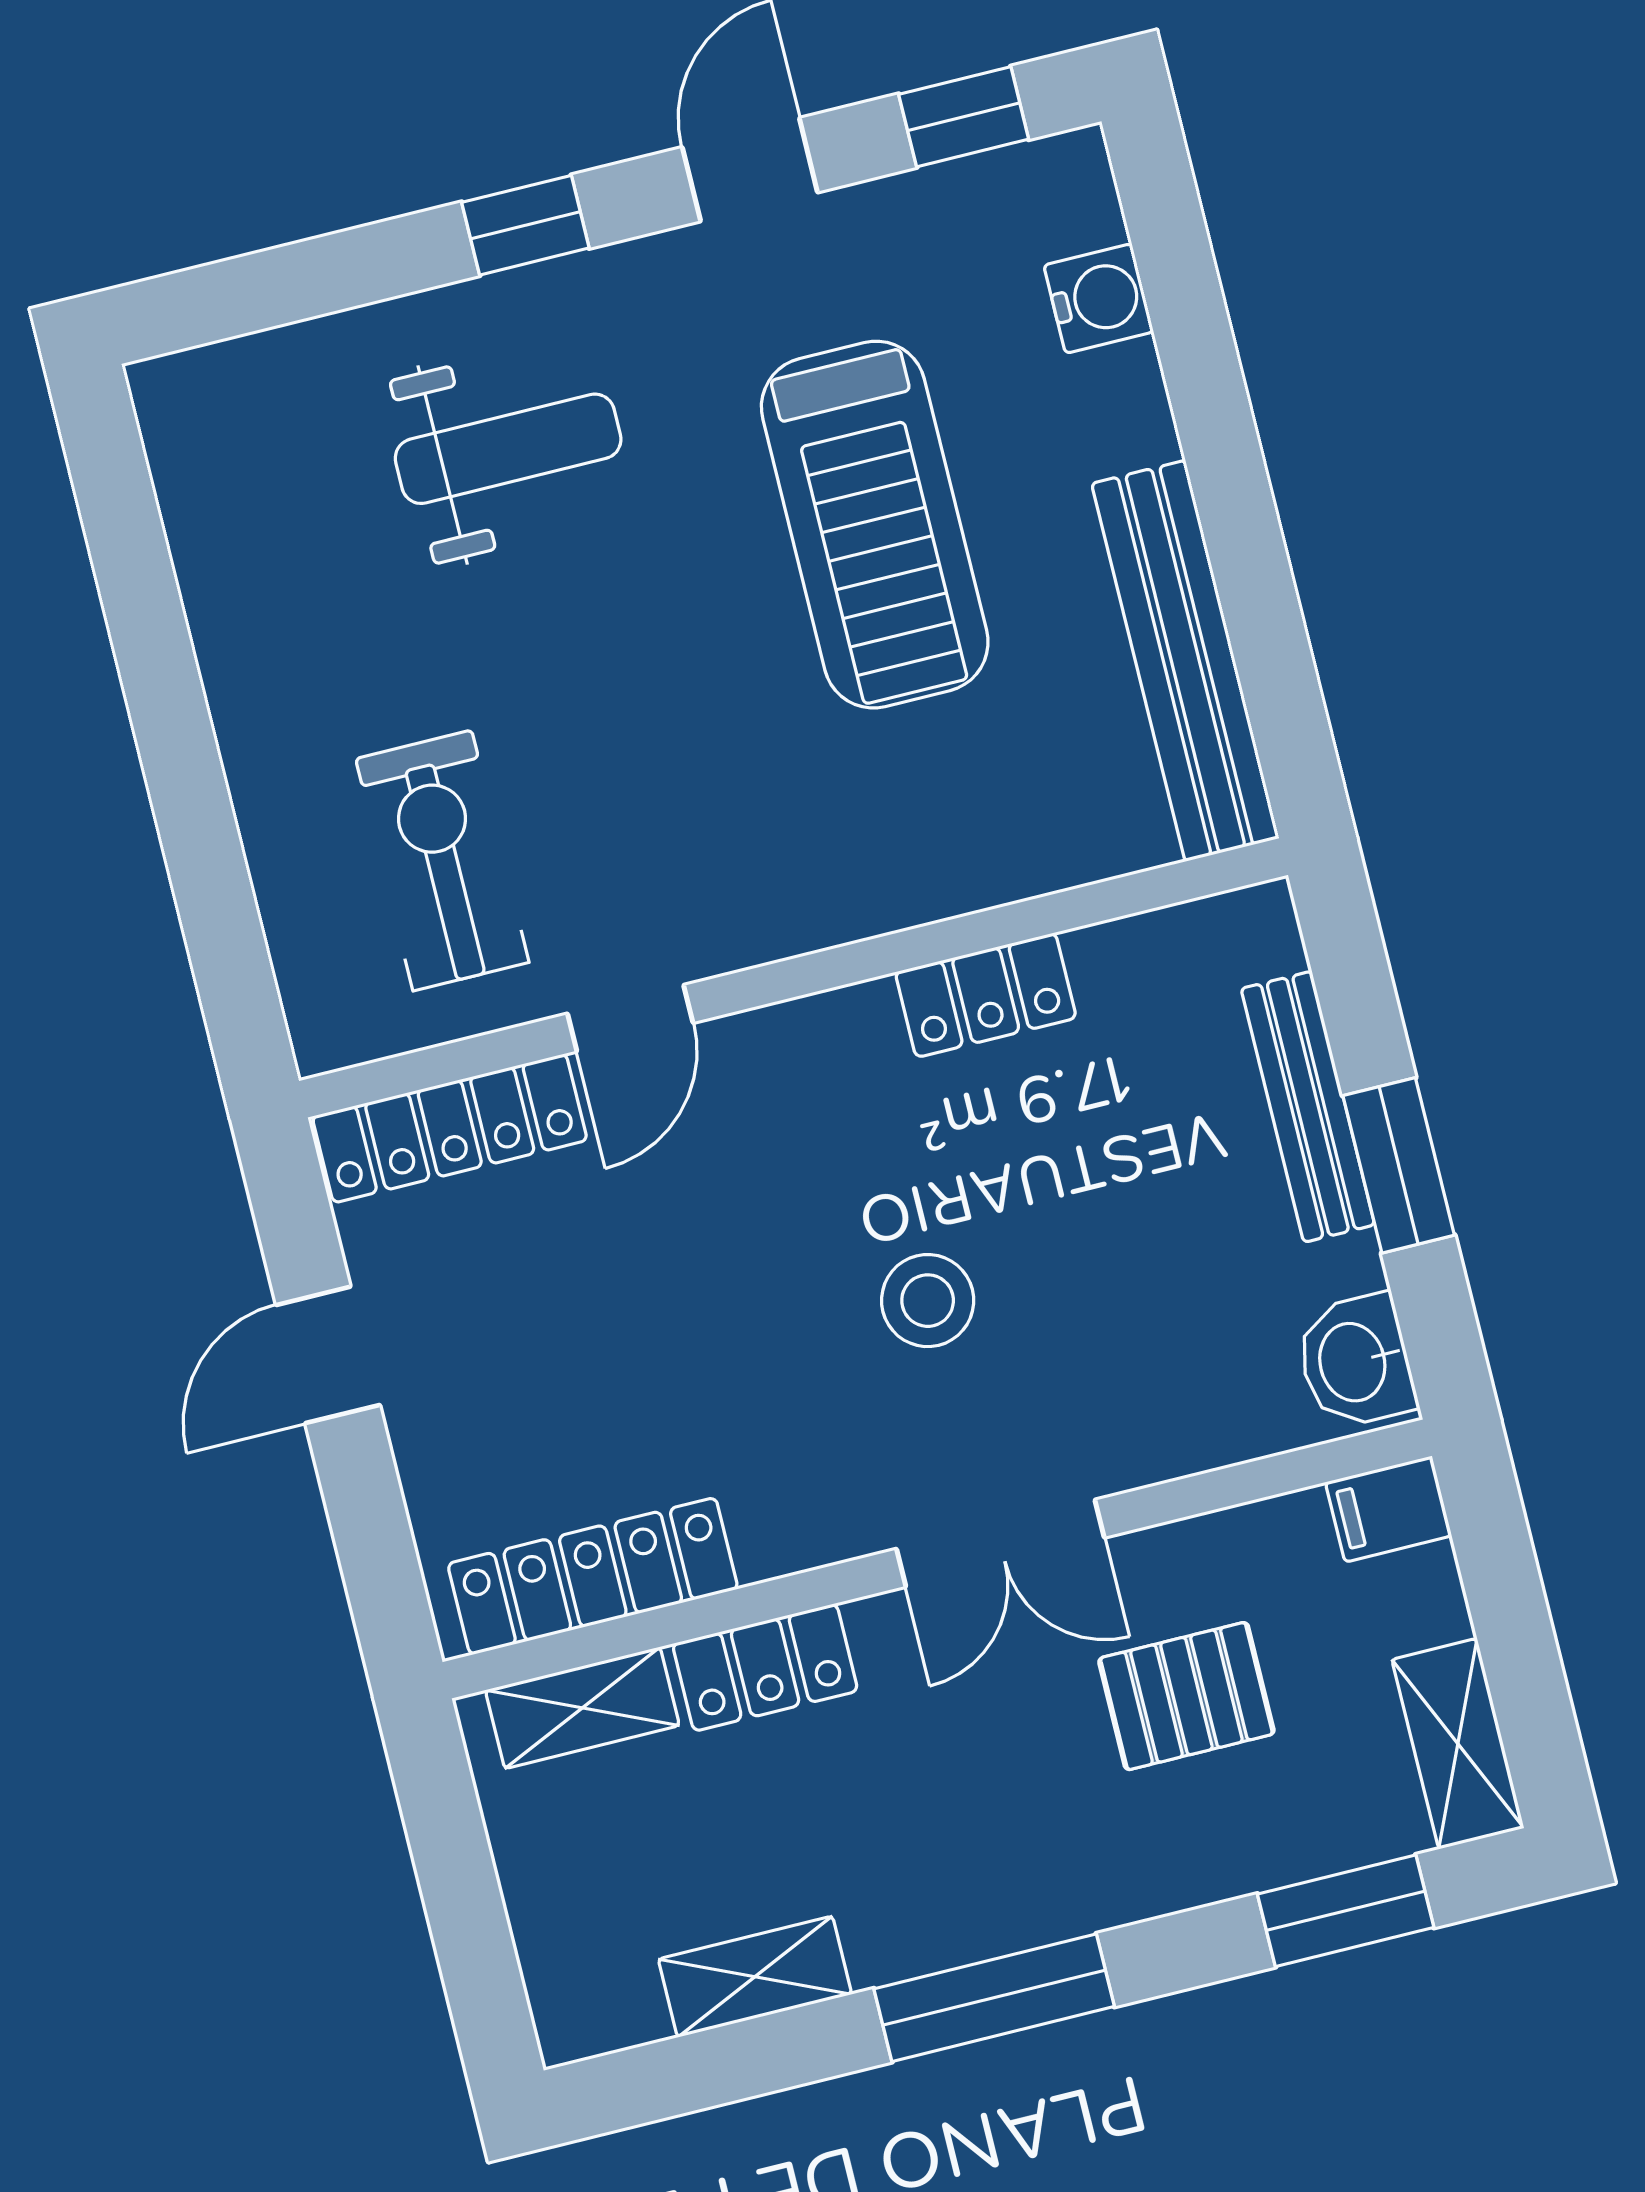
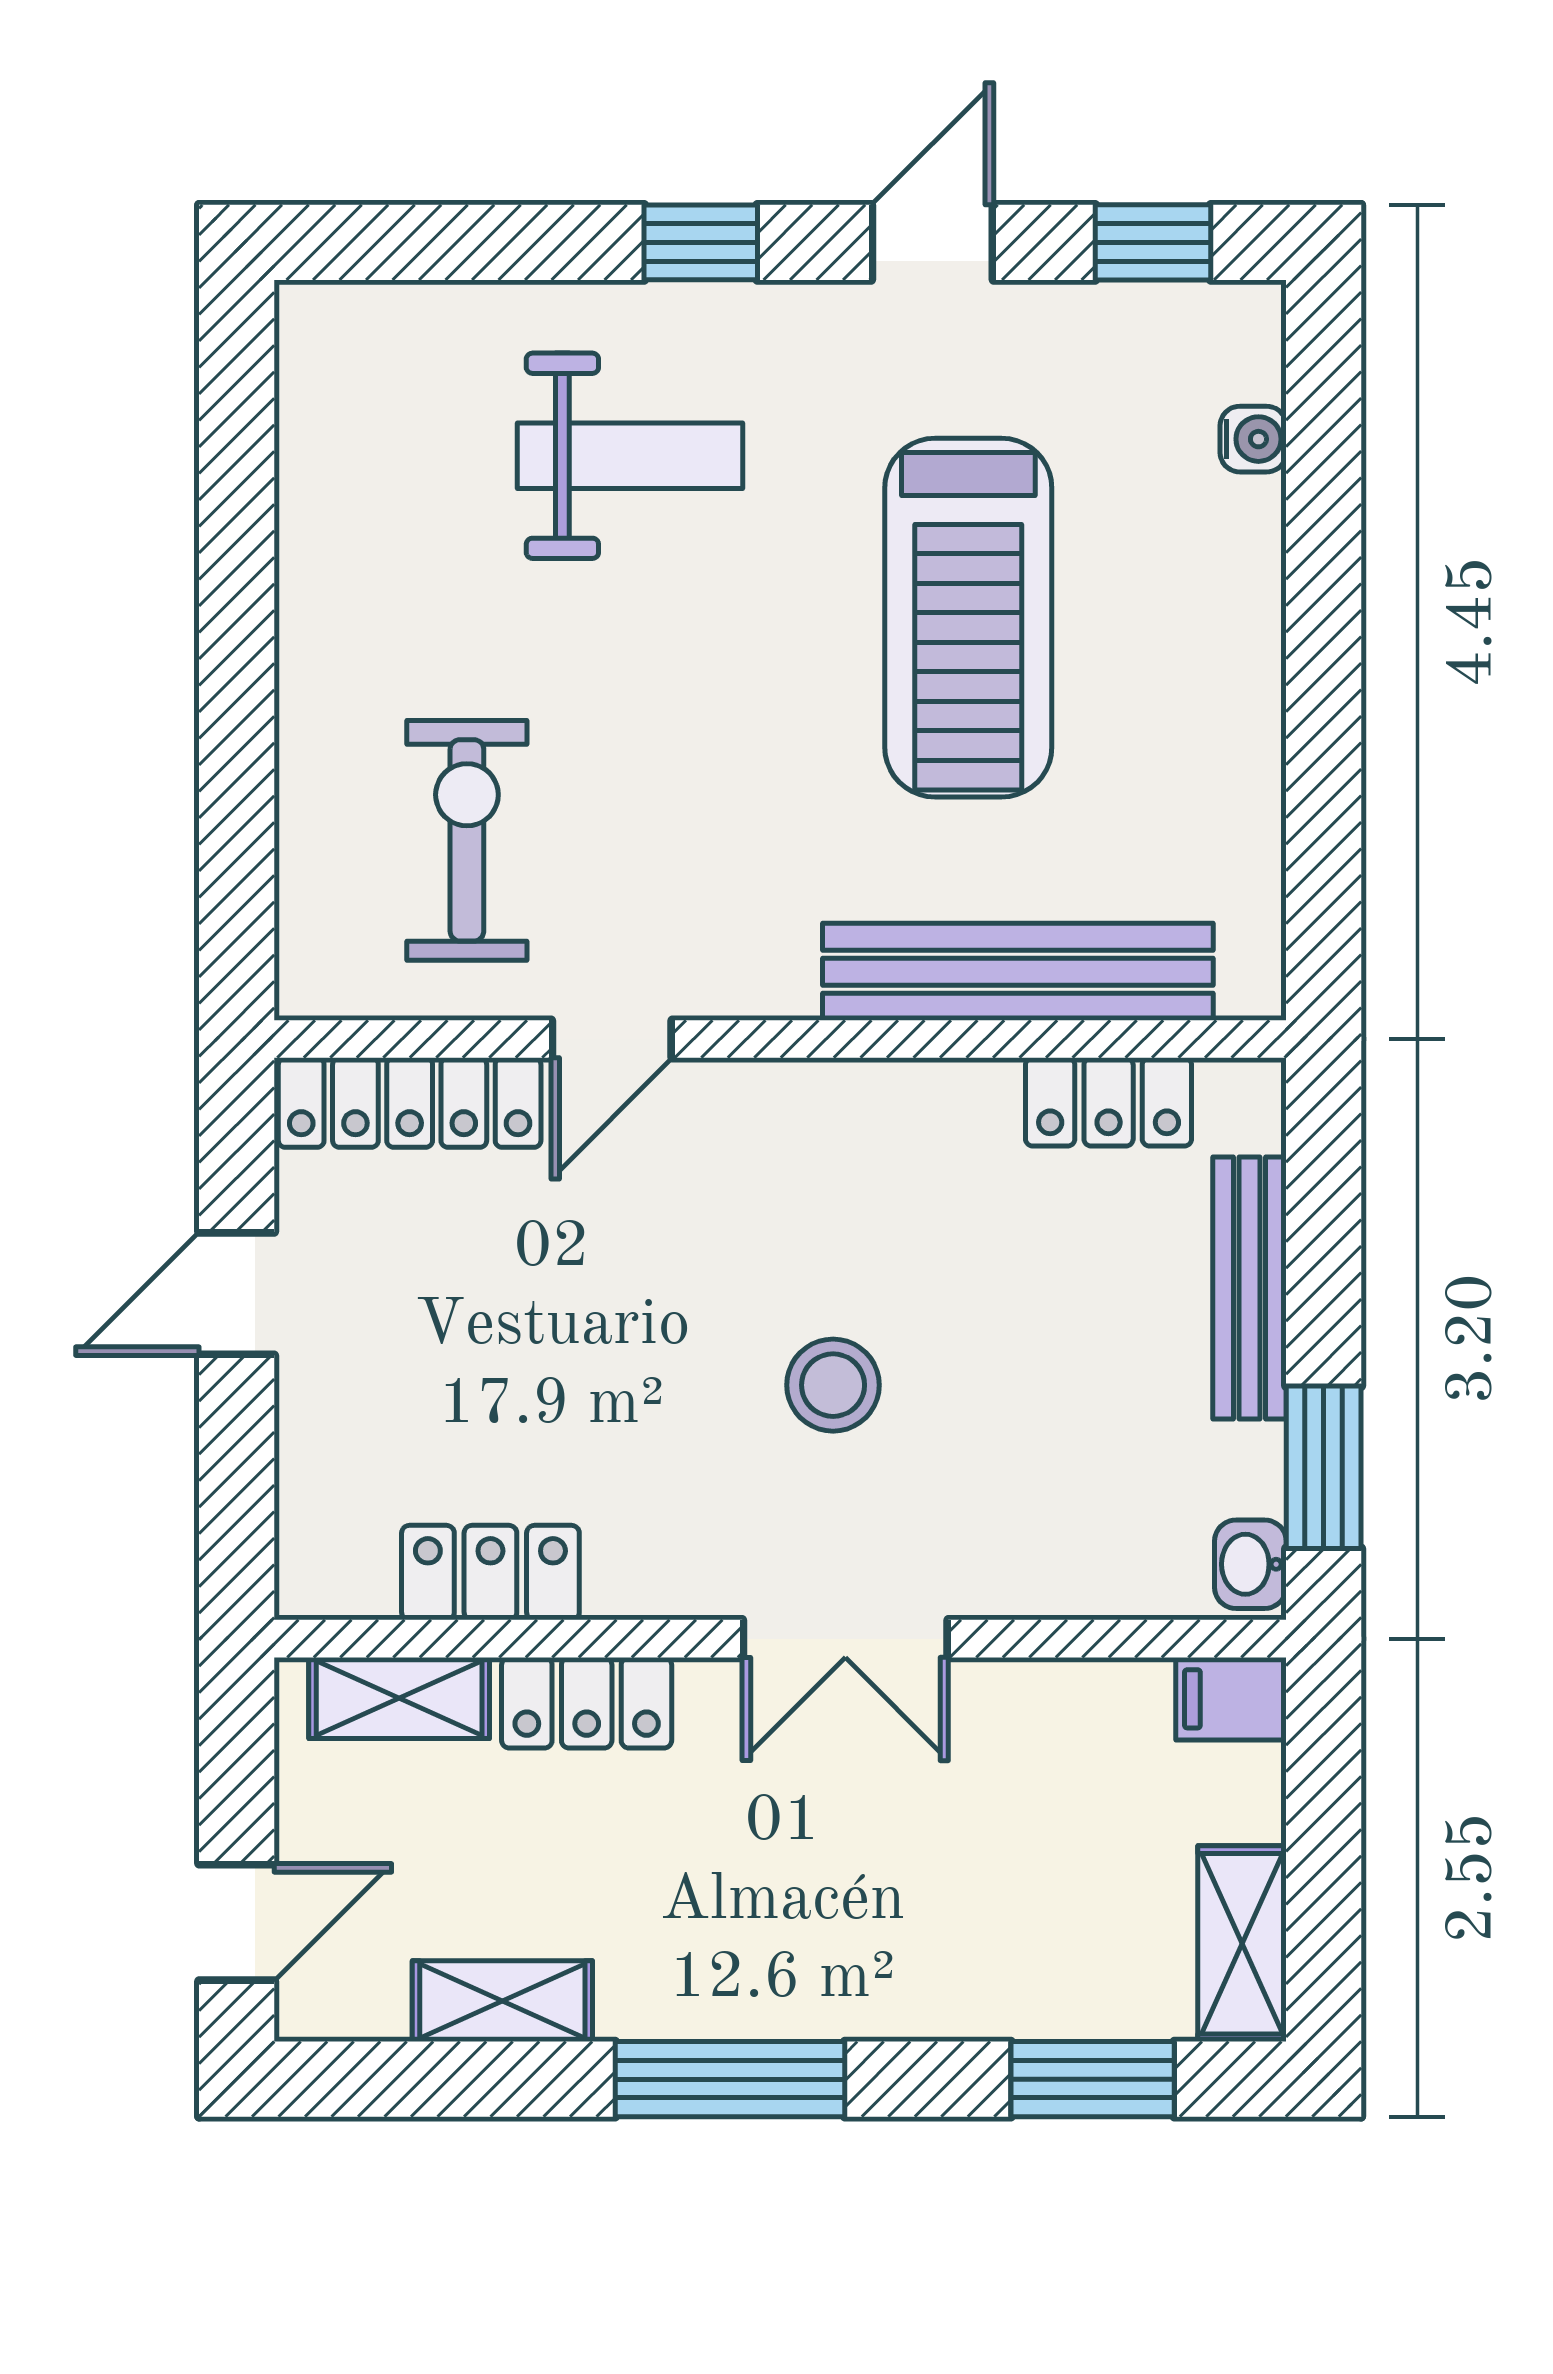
water cooler: (1099, 298) -> (1253, 439), width x0.72, depth x0.72
bench: (1185, 661) -> (1018, 972), moved, turned 90
locker: (986, 995) -> (1109, 1102), moved
window: (1399, 1165) -> (1324, 1467), moved
washbasin: (1355, 1361) -> (1250, 1564), width x0.72, depth x0.69
locker: (593, 1576) -> (490, 1573), width x0.66
pallet: (1186, 1696) -> (990, 1832), removed
door: (479, 1964) -> (237, 1922), added

